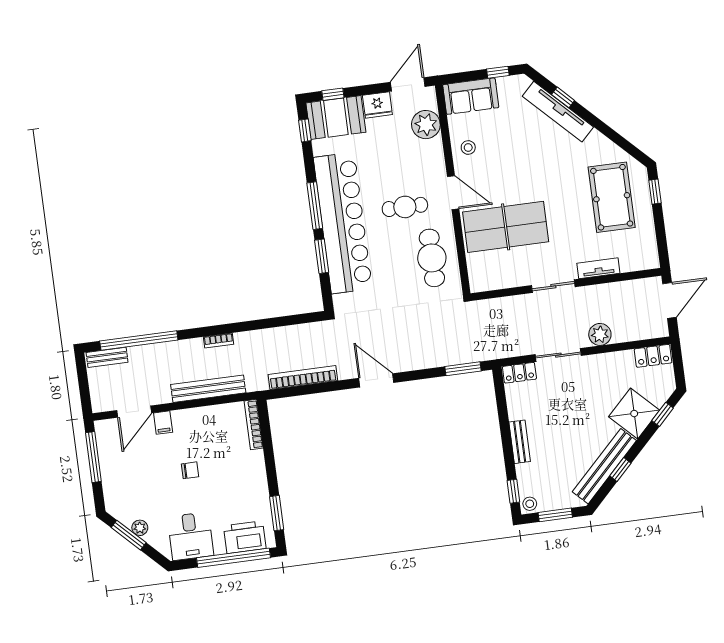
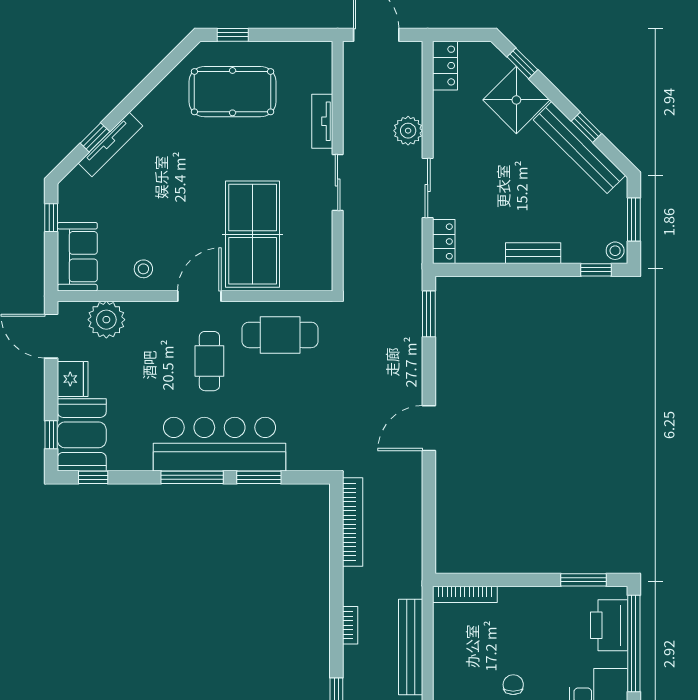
tv unit: (558, 112) -> (111, 144), width x0.73, depth x0.78
bar counter: (343, 223) -> (219, 444), width x0.73
bookcase: (303, 377) -> (353, 522), moved, turned 180

